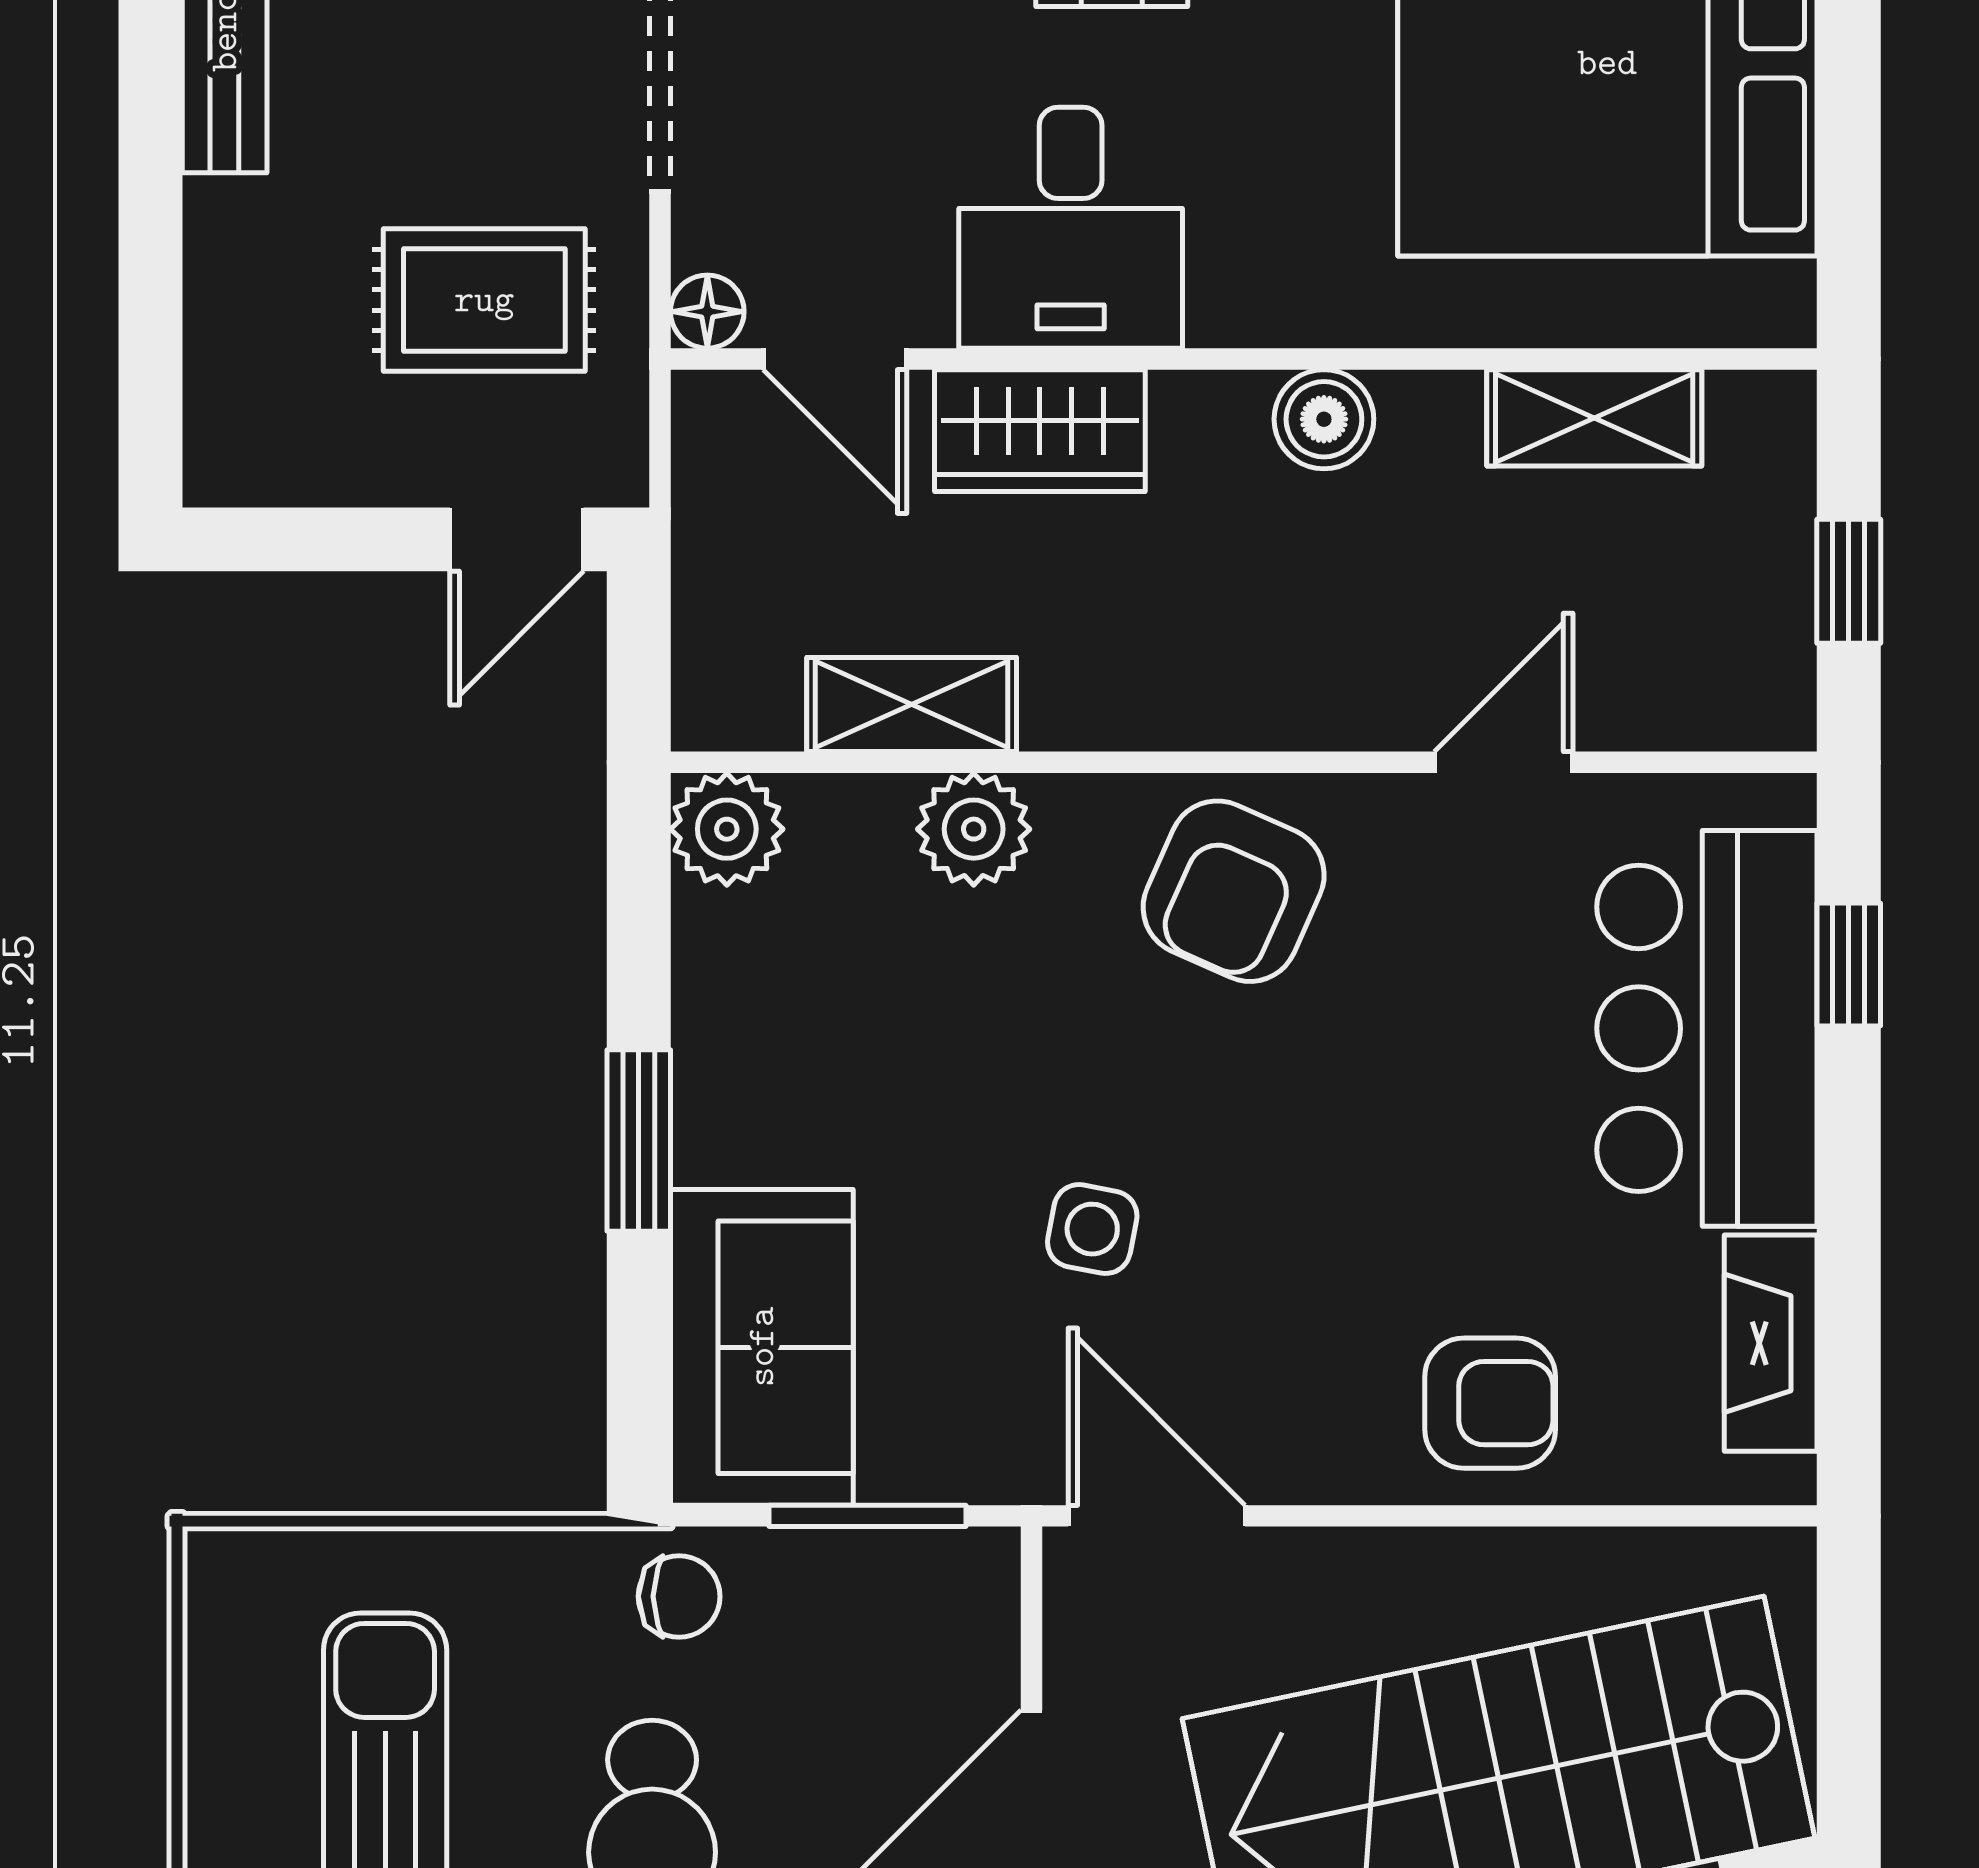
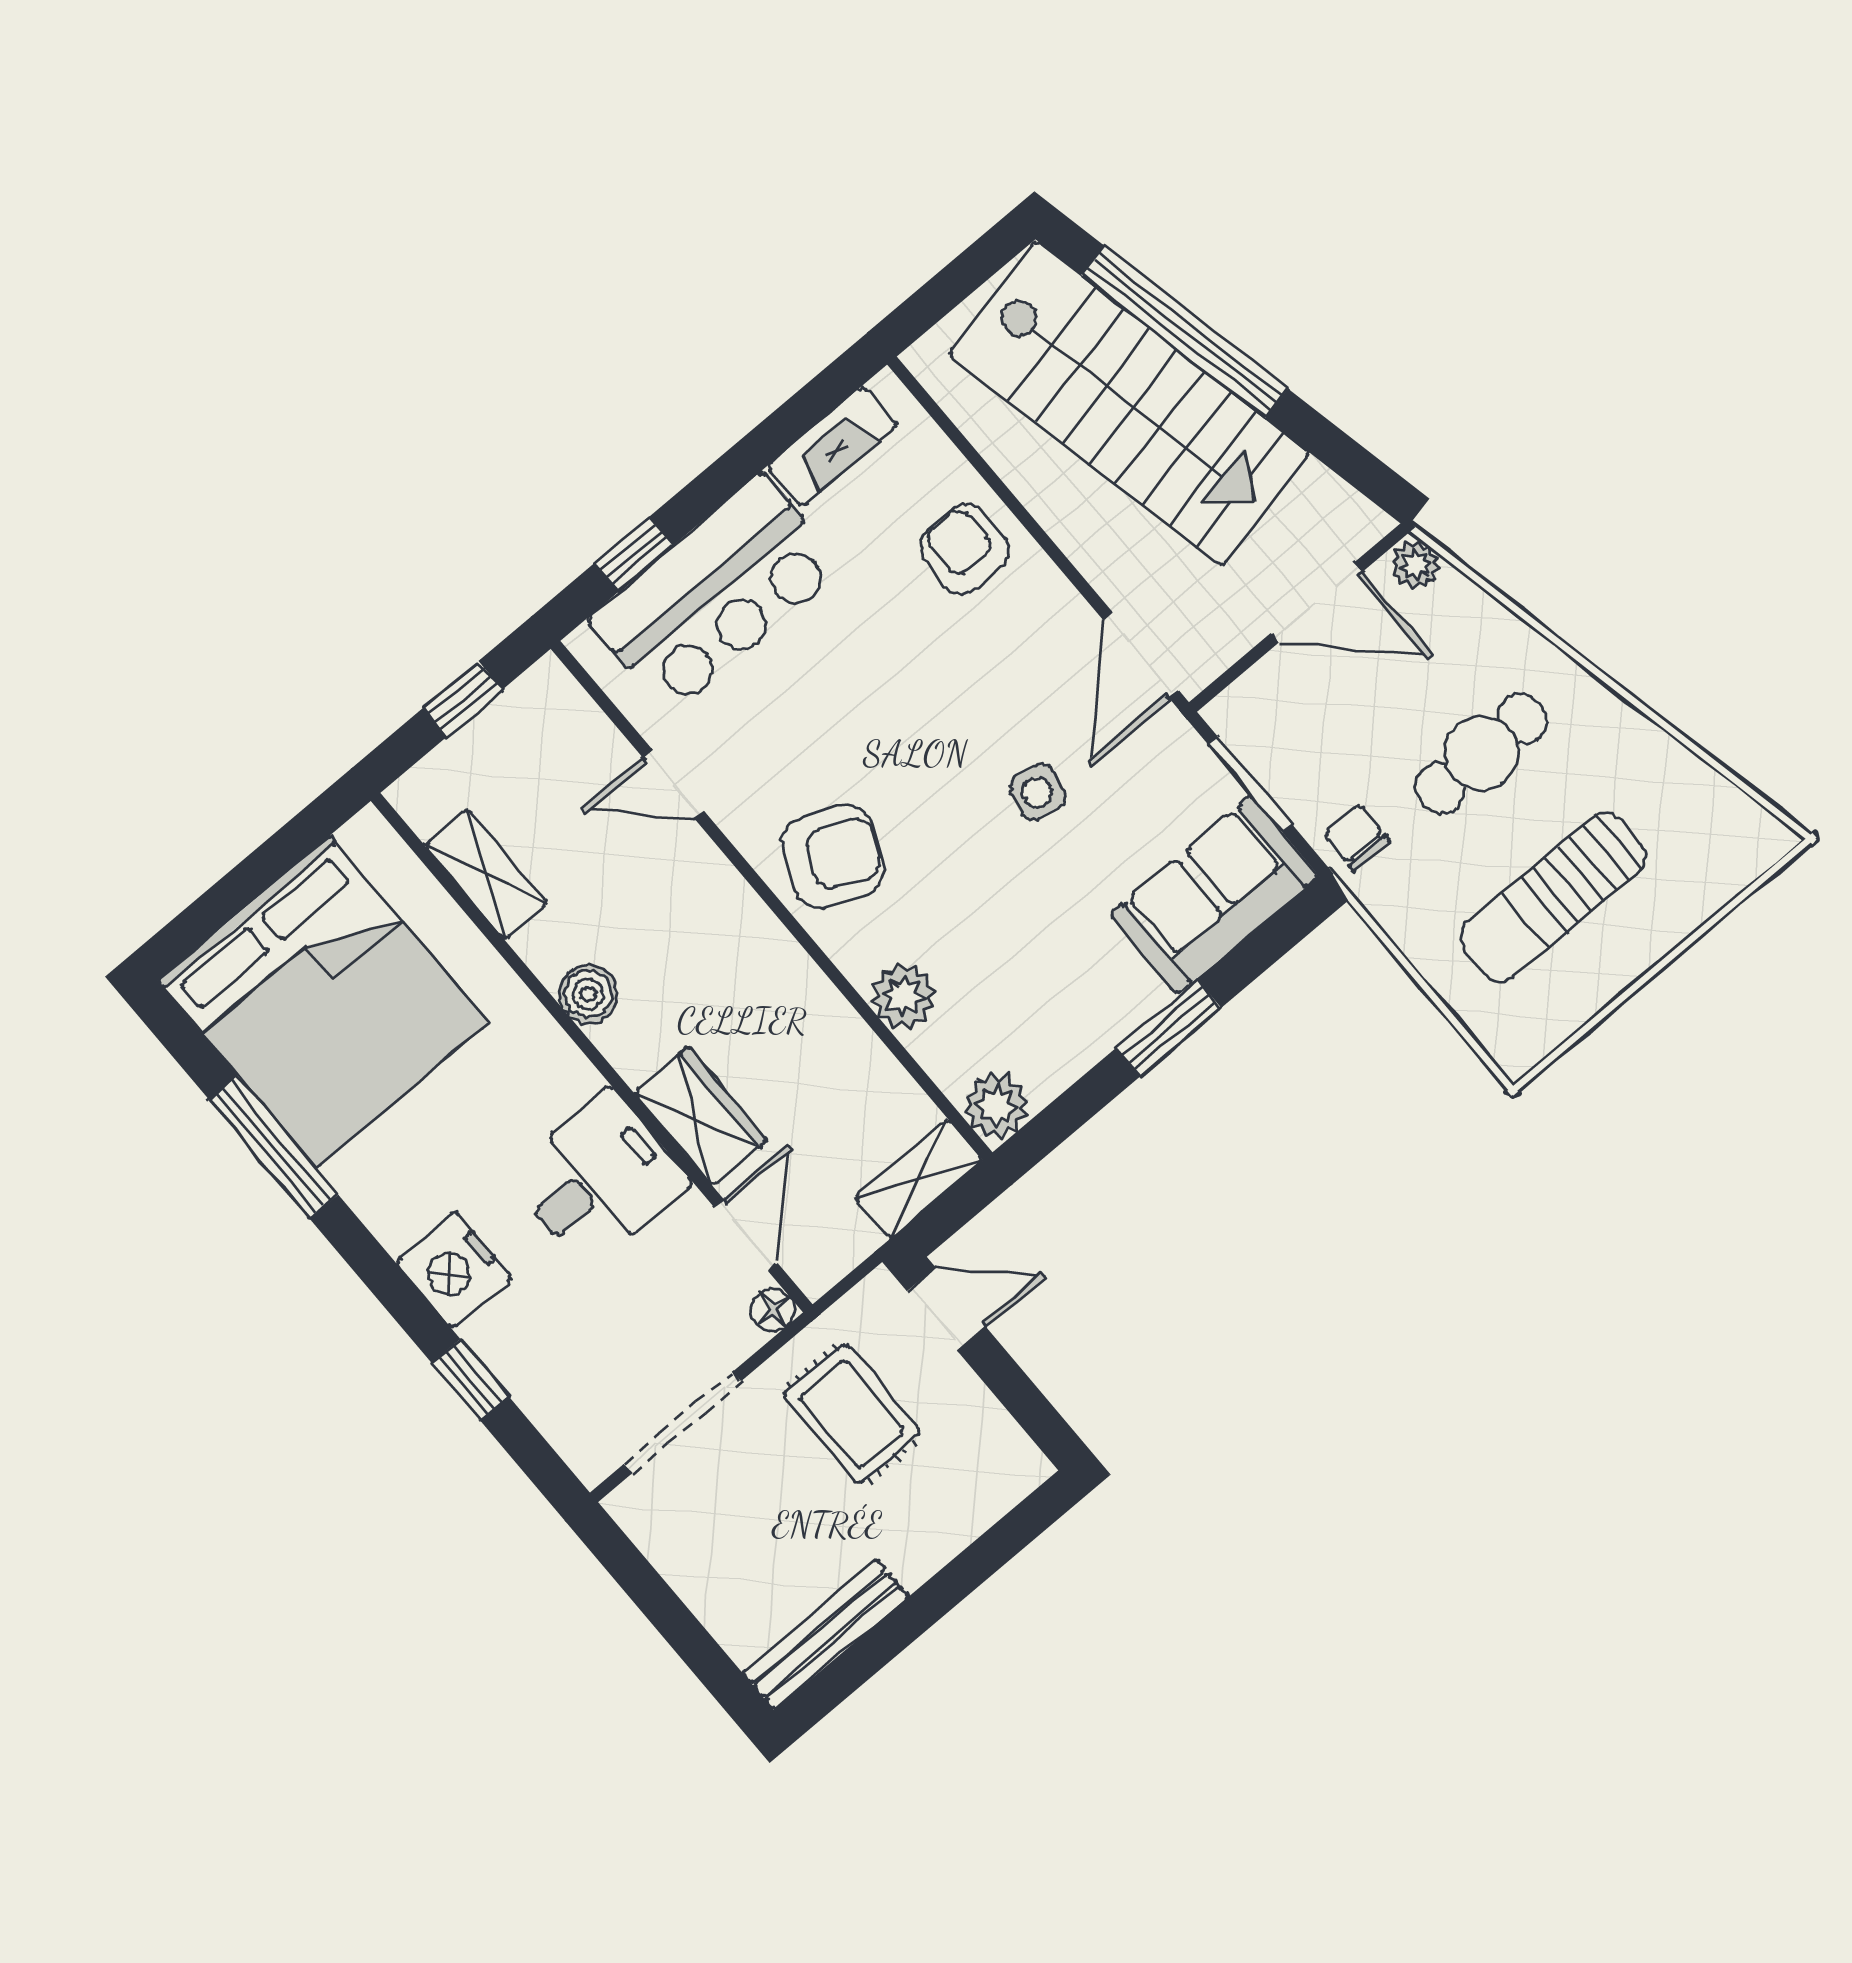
shelving: (912, 704) -> (919, 1179), moved, turned 90

